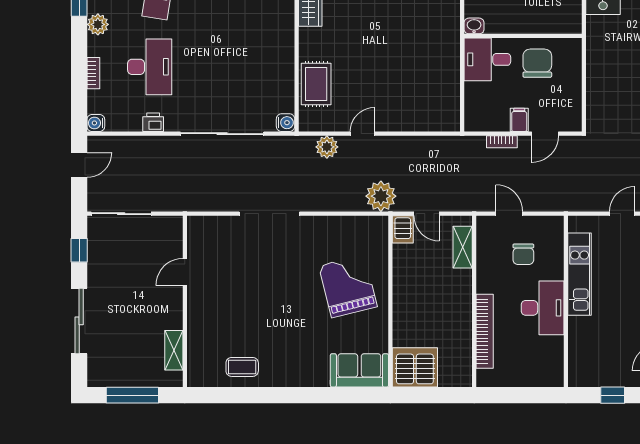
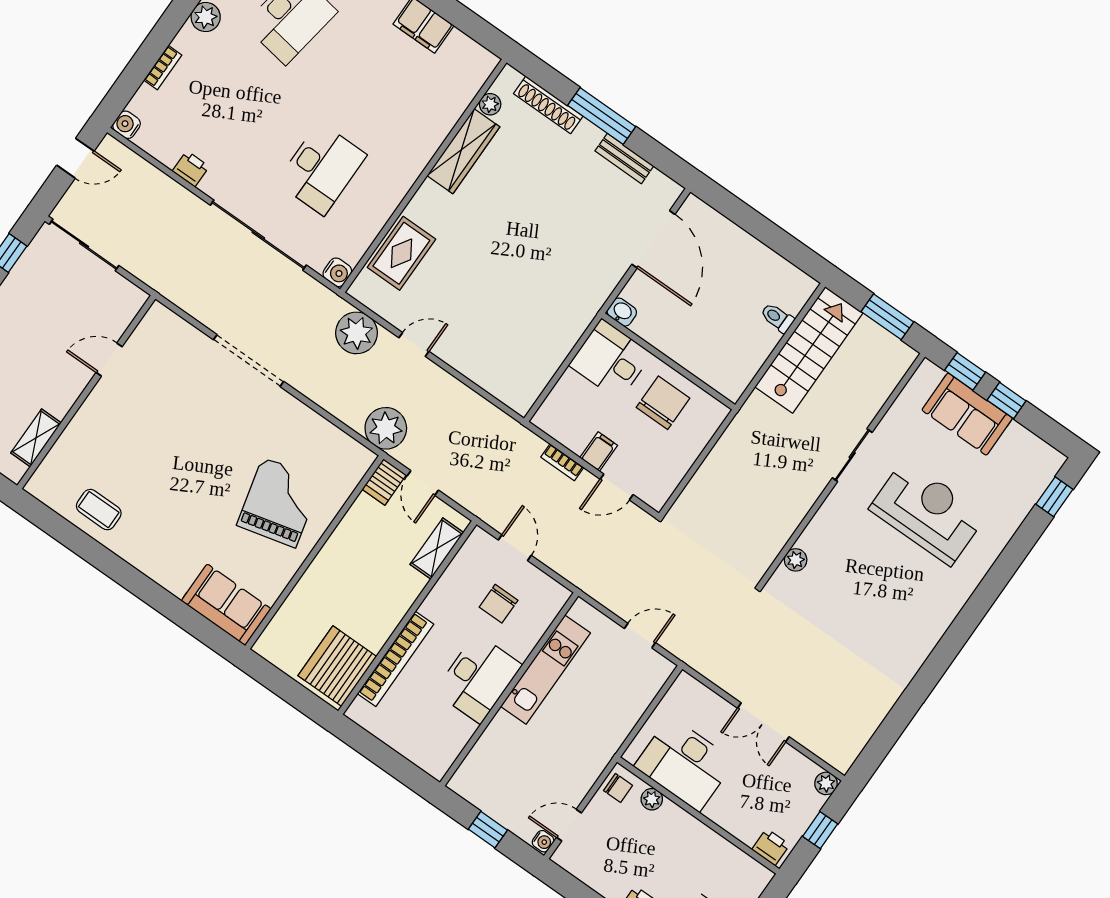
desk: (150, 67) -> (321, 169), moved
plant: (327, 147) -> (357, 333), width x1.36, depth x1.36
server rack: (415, 367) -> (337, 666), moved, turned -90

